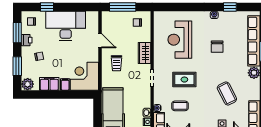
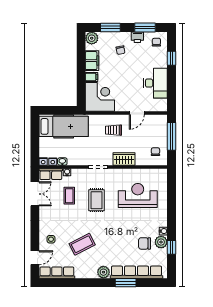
plant: (225, 17) -> (161, 242), added
desk: (66, 26) -> (155, 83), width x0.73, depth x0.77
chair: (217, 47) -> (145, 243), moved

